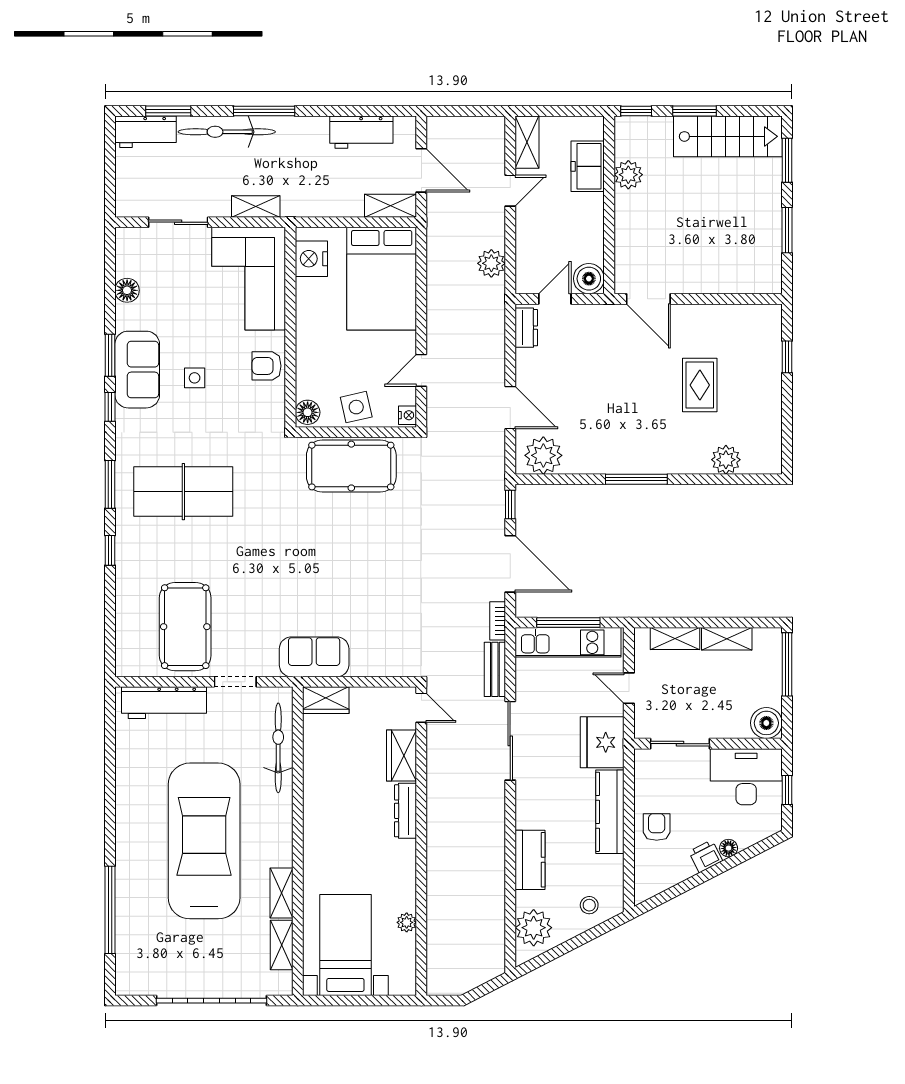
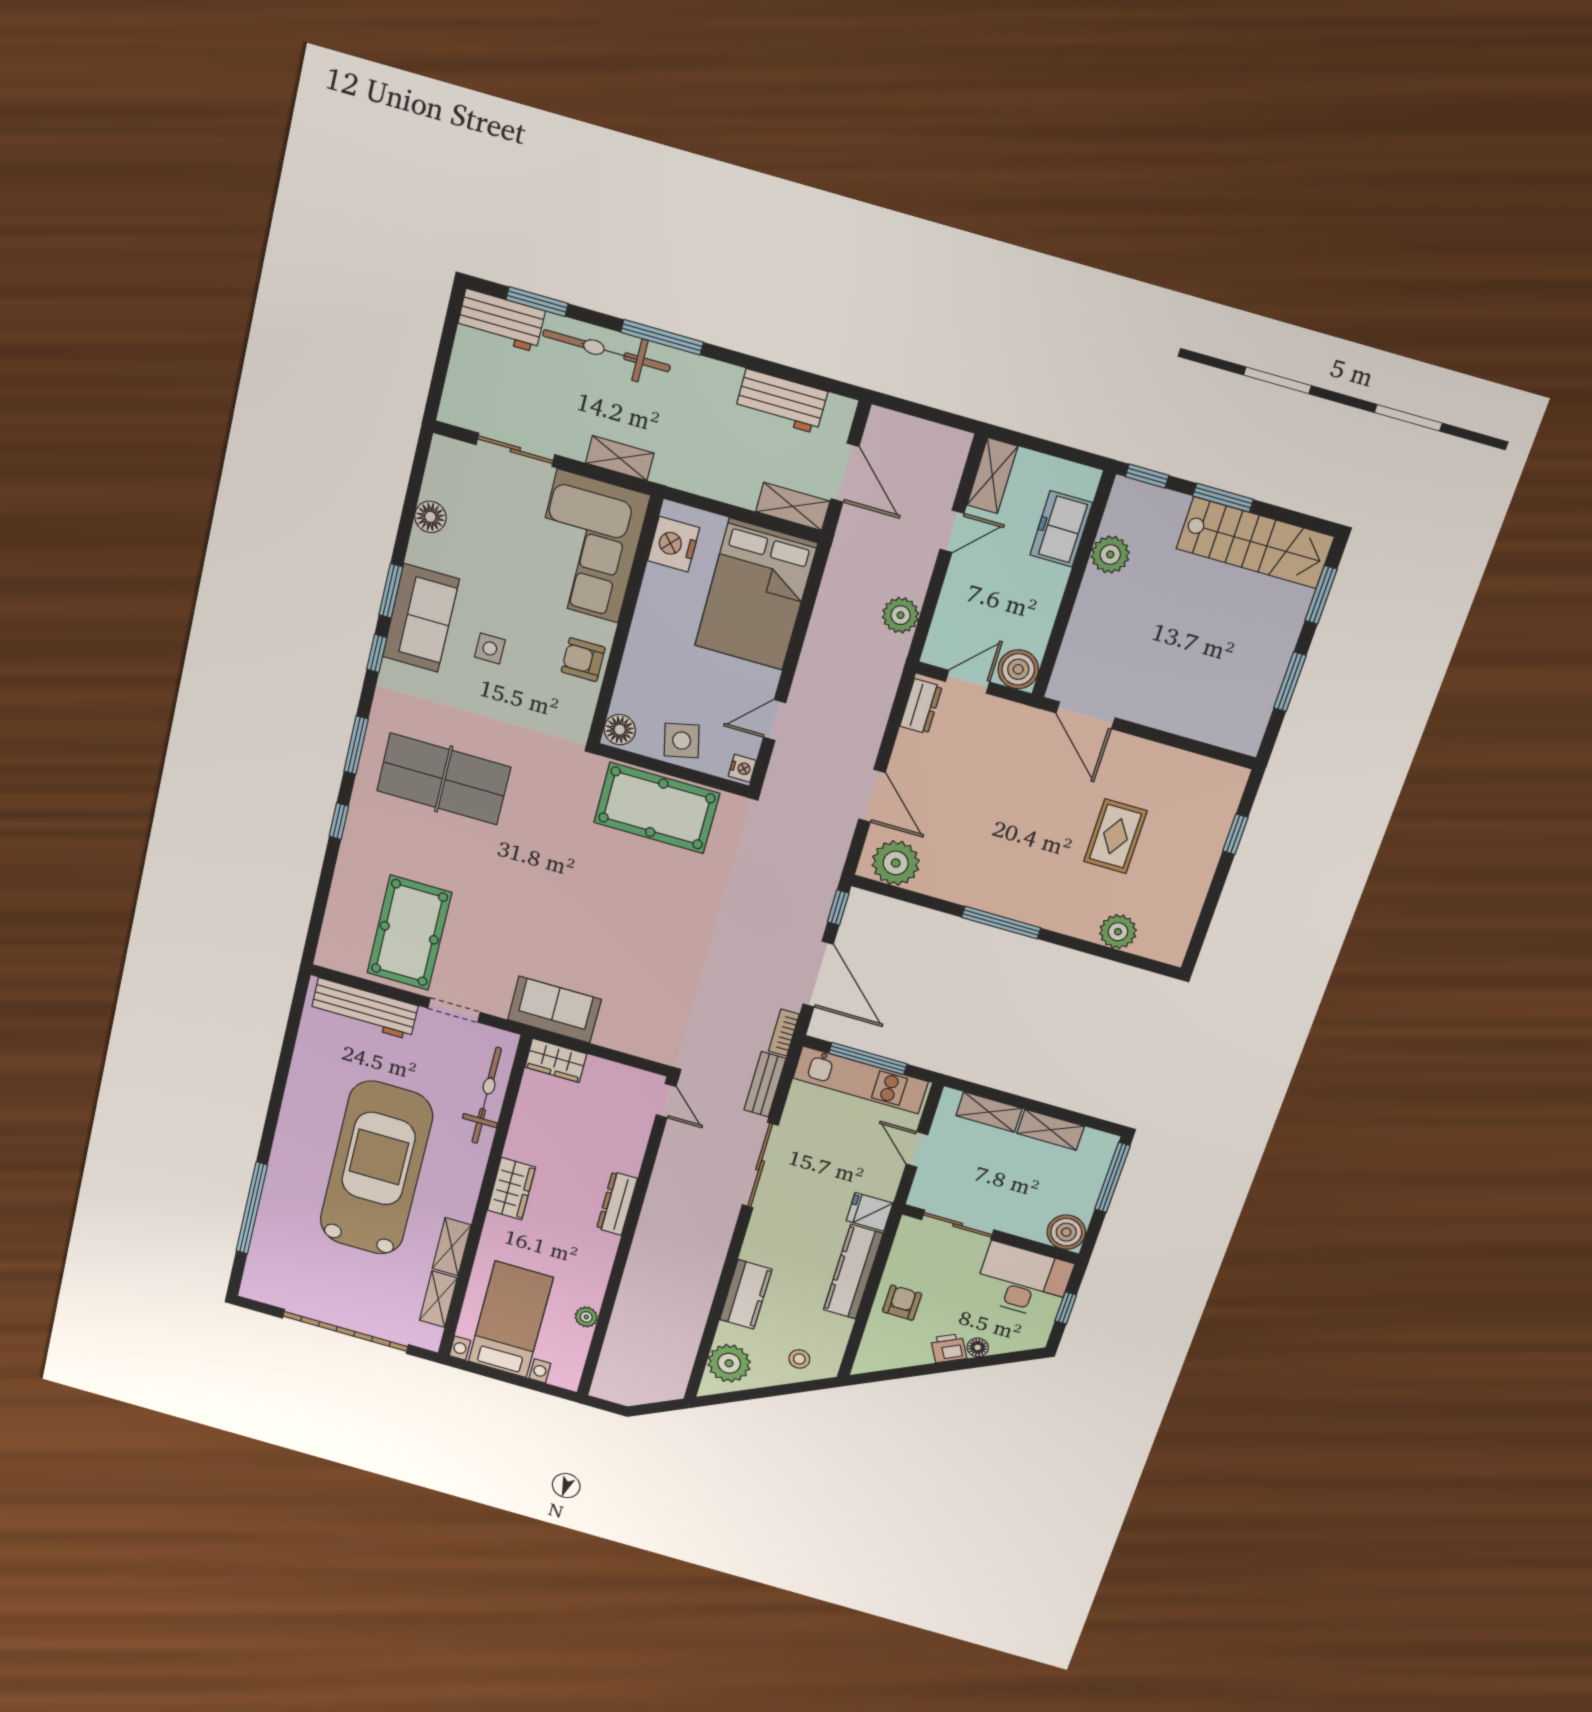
fridge: (602, 742) -> (870, 1212), width x0.53, depth x0.75
wardrobe: (401, 756) -> (511, 1189), moved, turned 180

